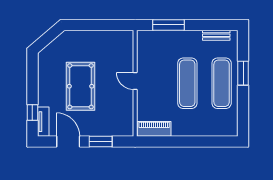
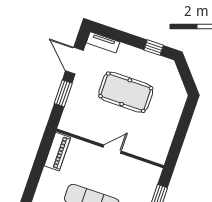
window: (32, 113) -> (154, 48), moved
door: (68, 141) -> (74, 61), swing flipped

